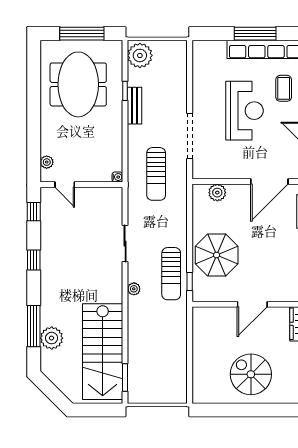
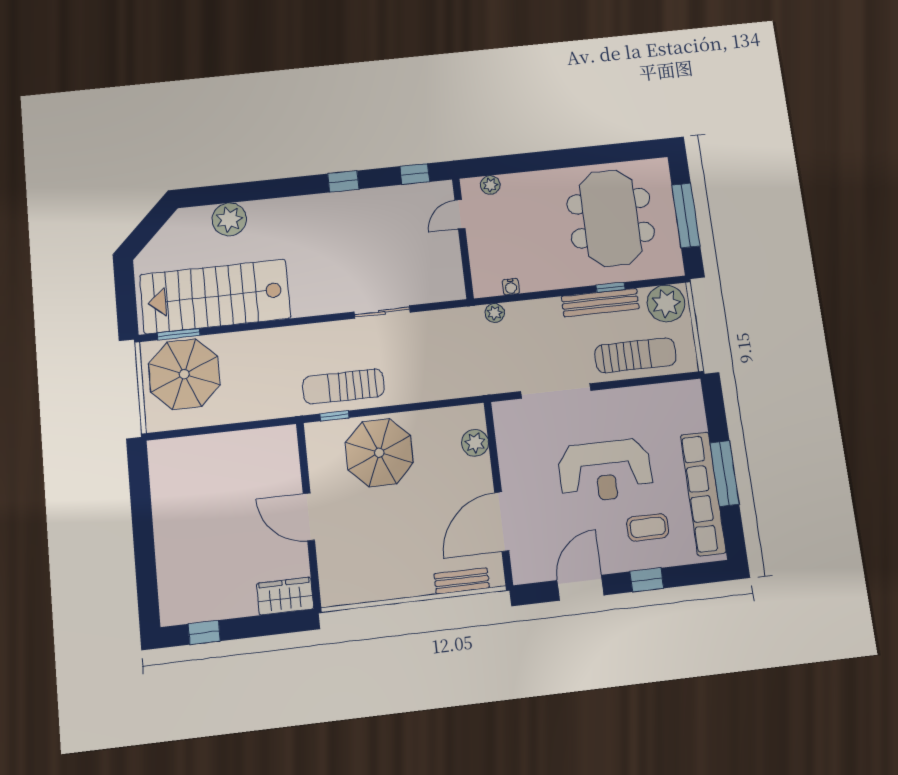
meeting table: (78, 84) -> (611, 218), turned 90
bench: (134, 106) -> (600, 303), width x1.36
sun lounger: (156, 174) -> (635, 355), moved, turned 180
water cooler: (117, 177) -> (511, 287), moved
door: (269, 181) -> (502, 522), hinge flipped
plant: (134, 289) -> (495, 313), moved
window: (34, 326) -> (245, 192), removed
spiral stairs: (251, 374) -> (199, 527), removed
parasol: (152, 376) -> (184, 374), added

